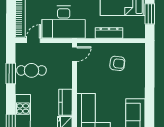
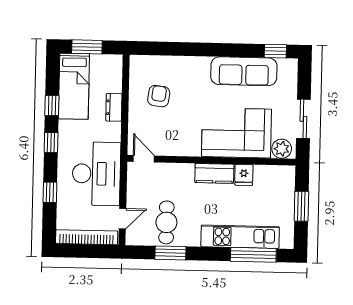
dresser: (109, 33) -> (114, 107), width x0.70
door: (33, 40) -> (123, 219), swing flipped

